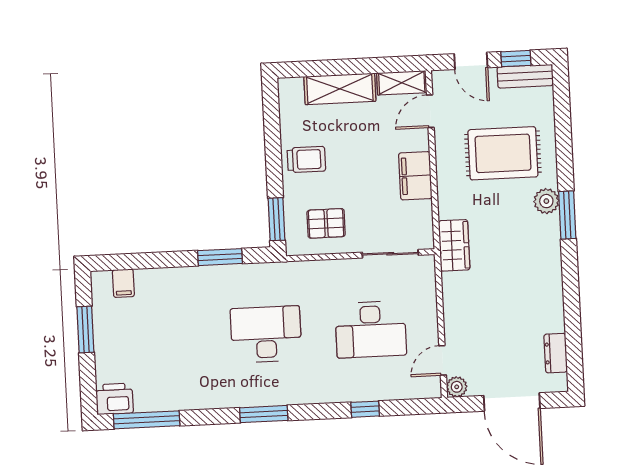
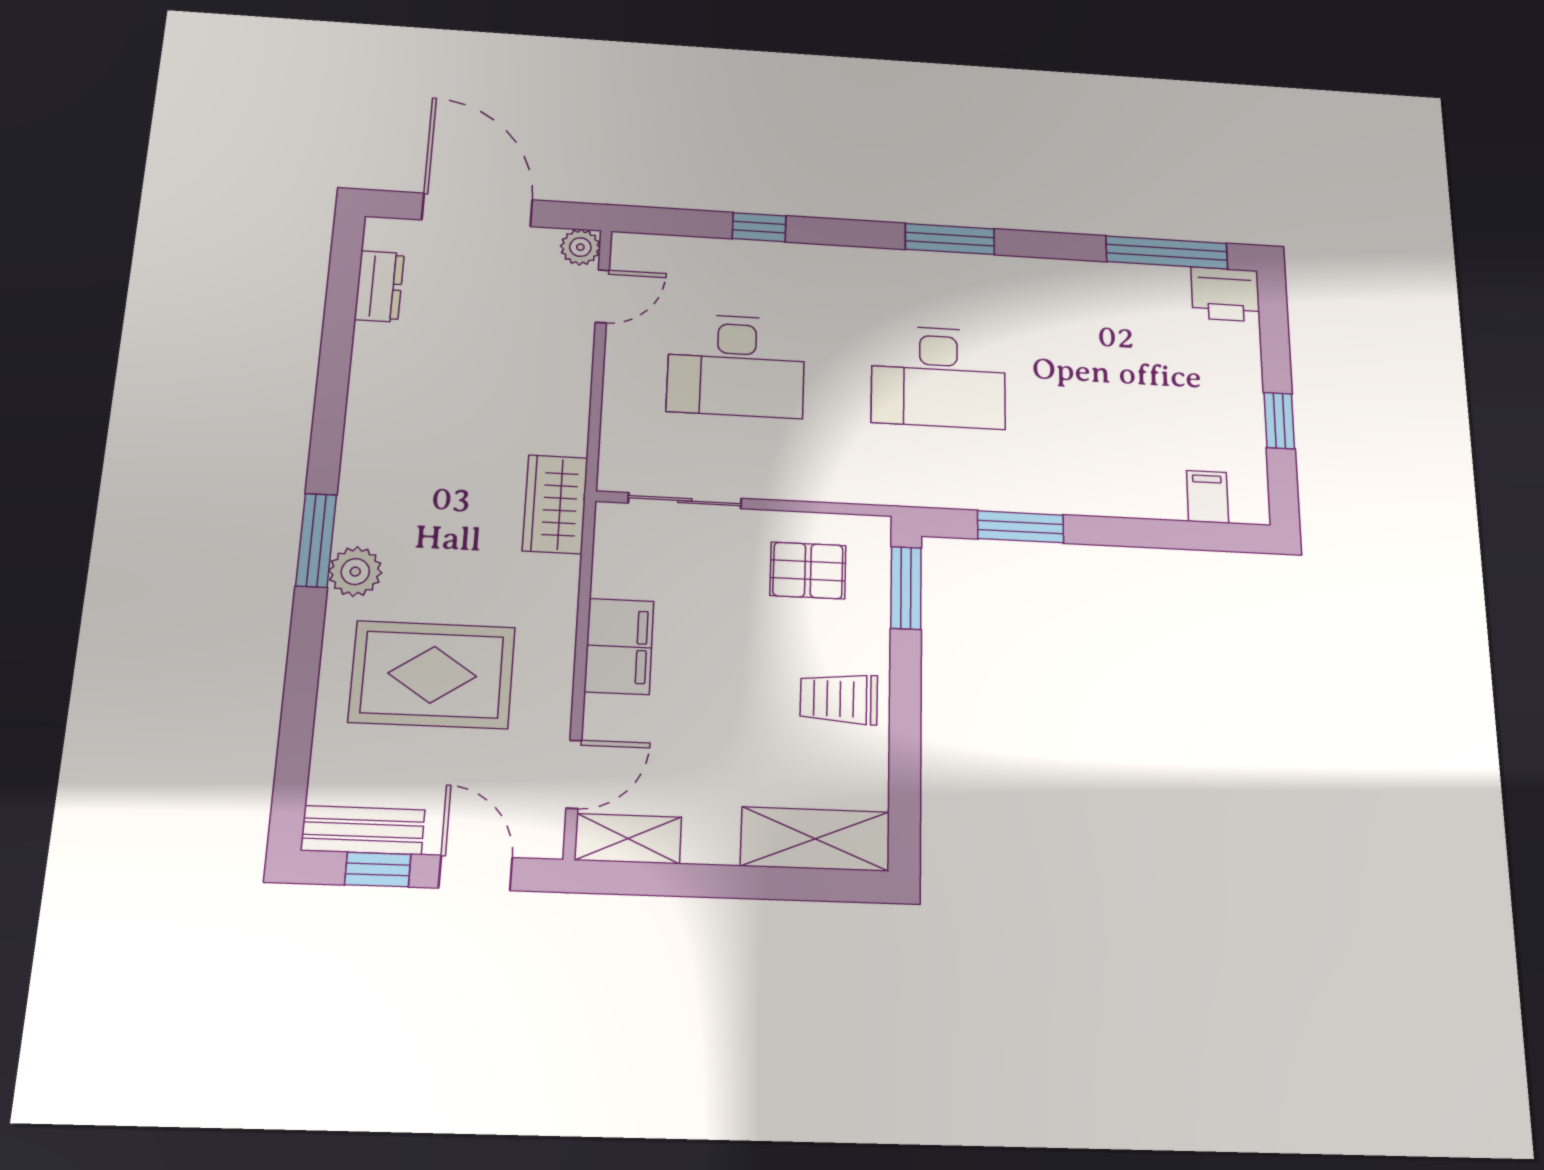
shelving: (340, 89) -> (815, 839), moved
window: (85, 329) -> (1279, 421), width x0.67
desk: (371, 329) -> (736, 366), turned 180

